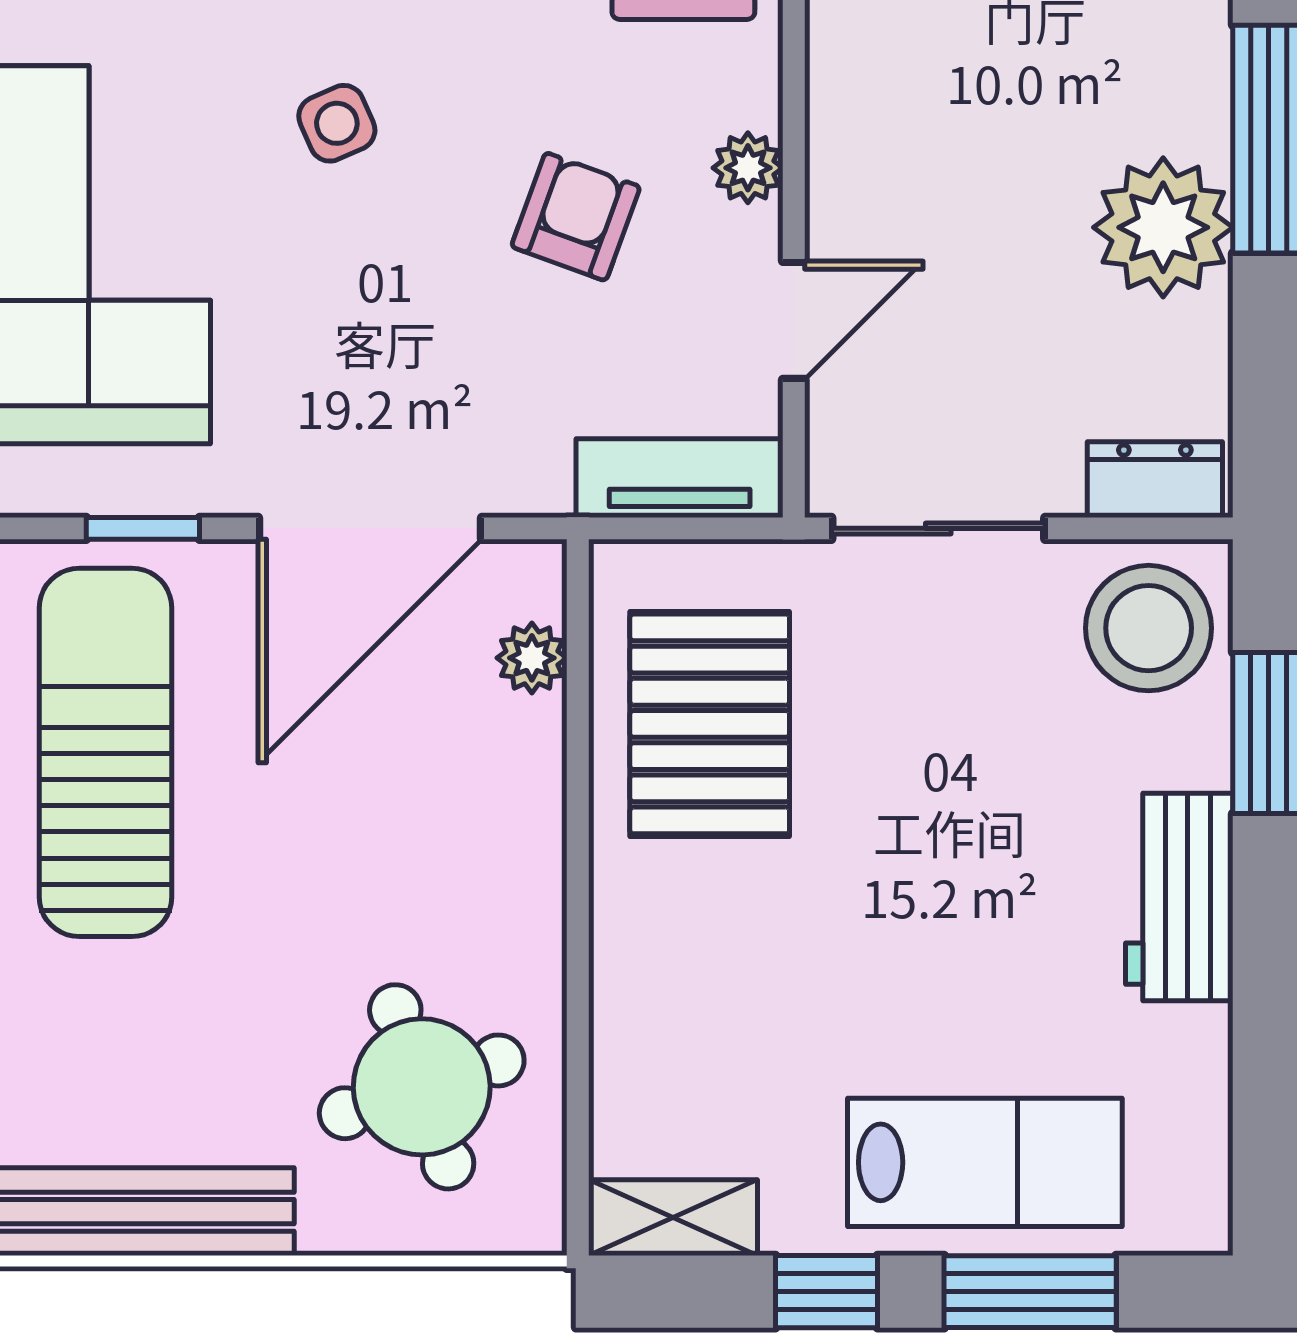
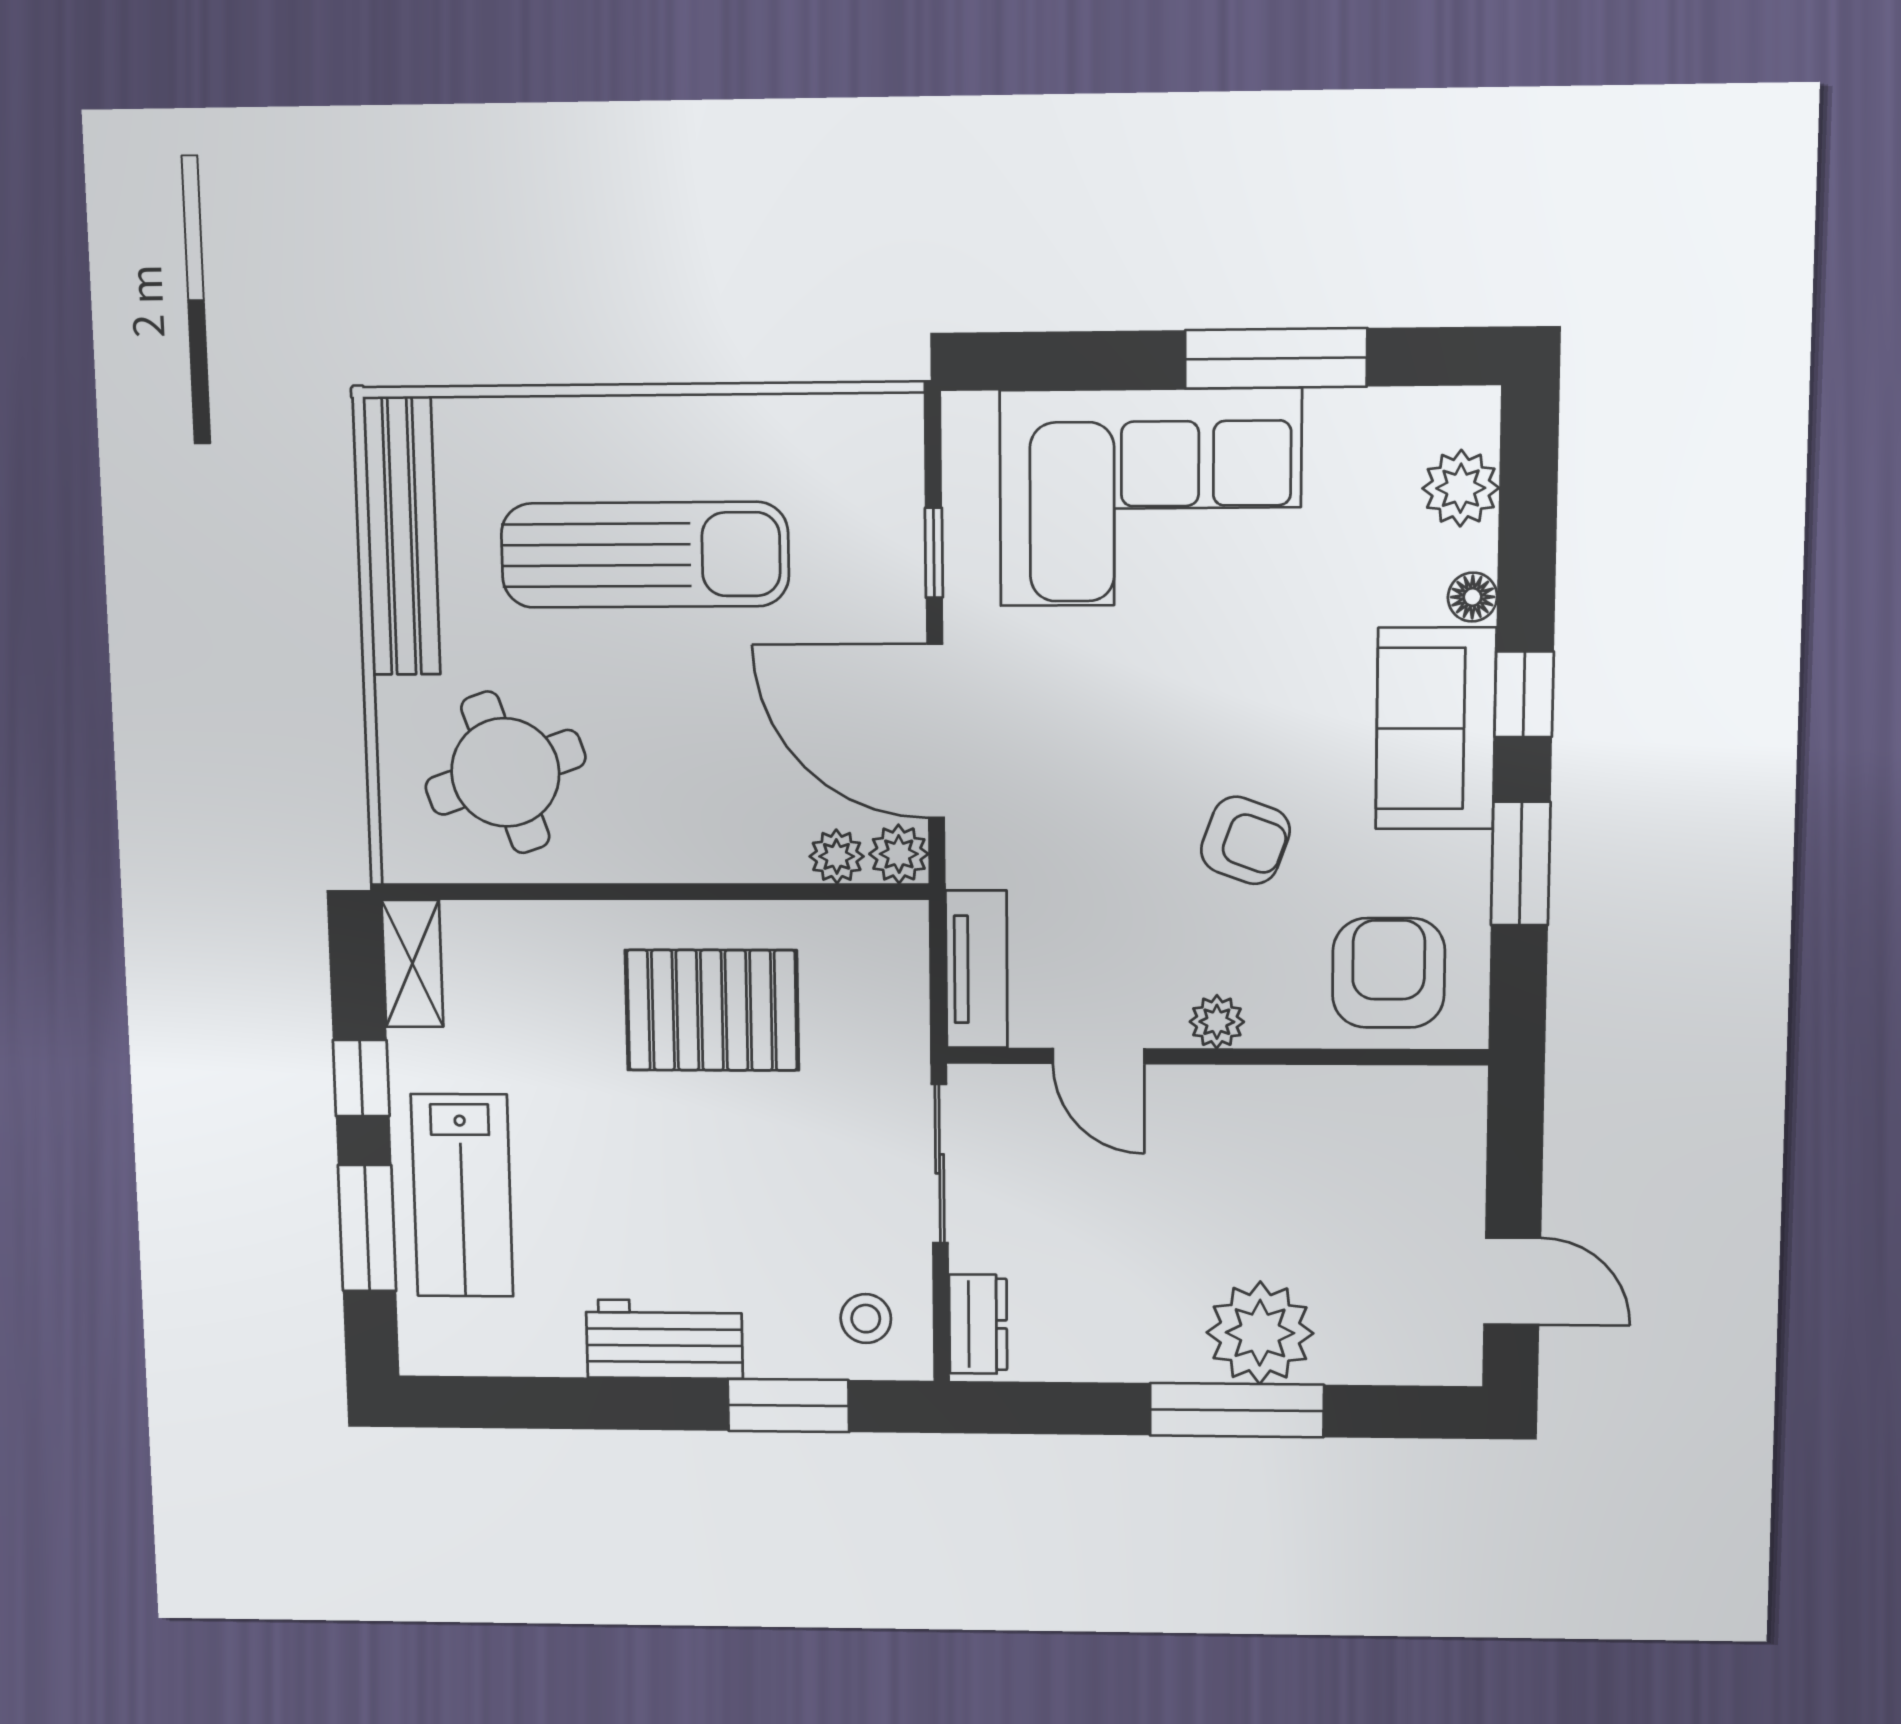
side table: (337, 123) -> (1254, 704), removed
armchair: (576, 217) -> (1245, 840), moved
plant: (1163, 227) -> (1260, 1333), moved
plant: (529, 577) -> (899, 854), added
stool: (1149, 628) -> (866, 1319), width x0.53, depth x0.53
pallet: (710, 724) -> (712, 1010), moved
sun lounger: (106, 752) -> (645, 555), moved

